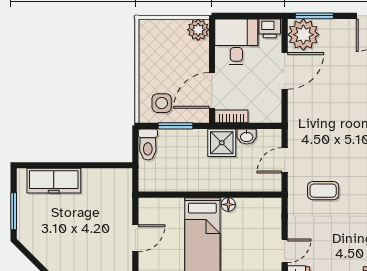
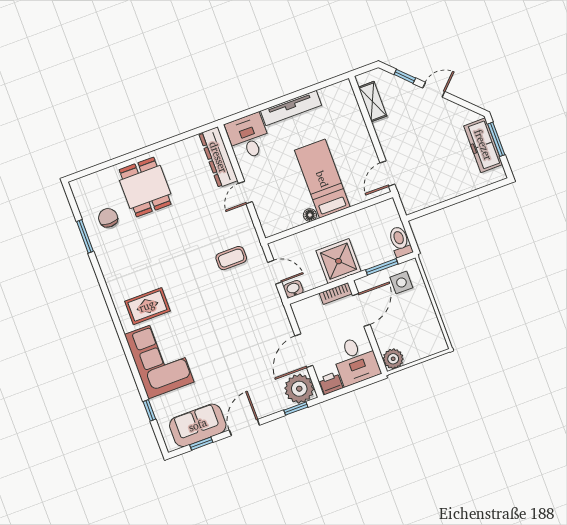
window: (314, 16) -> (296, 409), width x0.67
washbasin: (247, 137) -> (293, 289), moved
shower: (222, 143) -> (338, 261), width x1.36, depth x1.36
door: (285, 160) -> (275, 272), hinge flipped
freezer: (54, 181) -> (483, 145), moved, turned -90
door: (135, 238) -> (387, 174), moved

